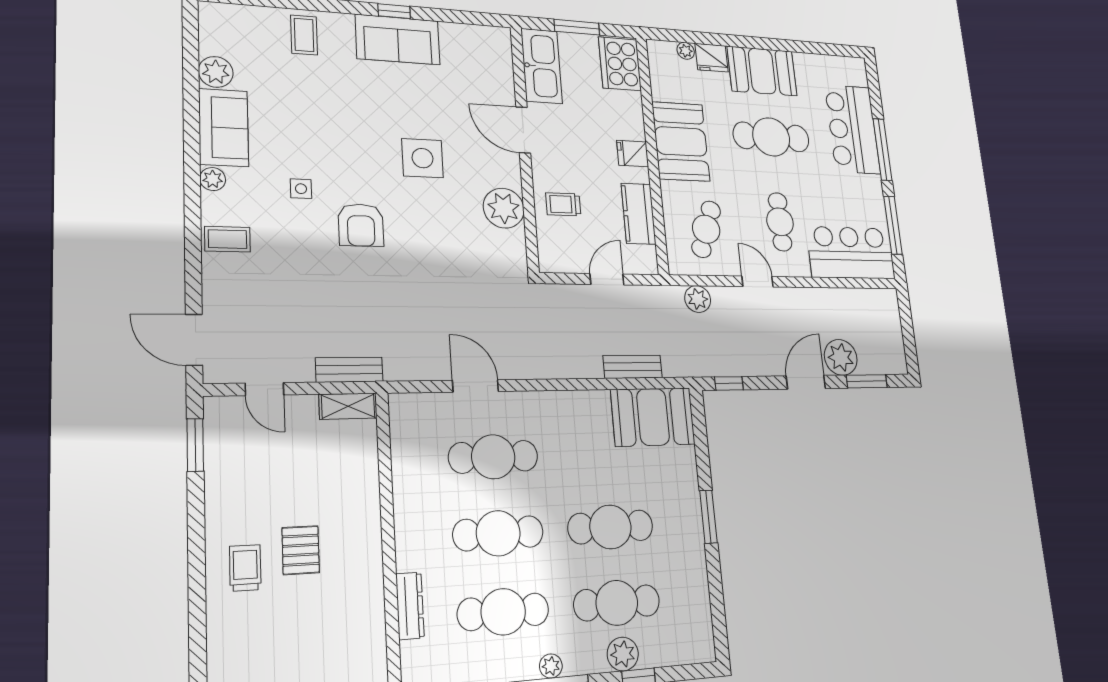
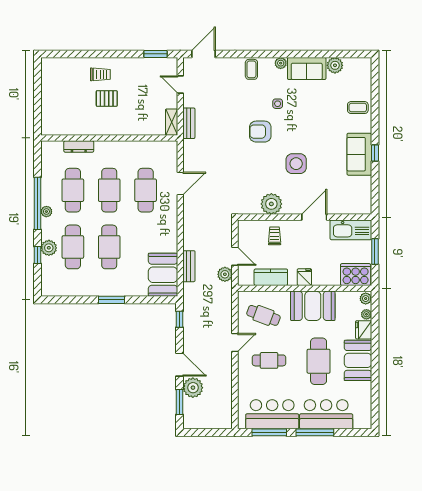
plant: (659, 50) -> (366, 299), added
bar counter: (851, 253) -> (272, 414), moved, turned -90
plant: (698, 299) -> (225, 274), moved
door: (264, 389) -> (180, 84), hinge flipped

